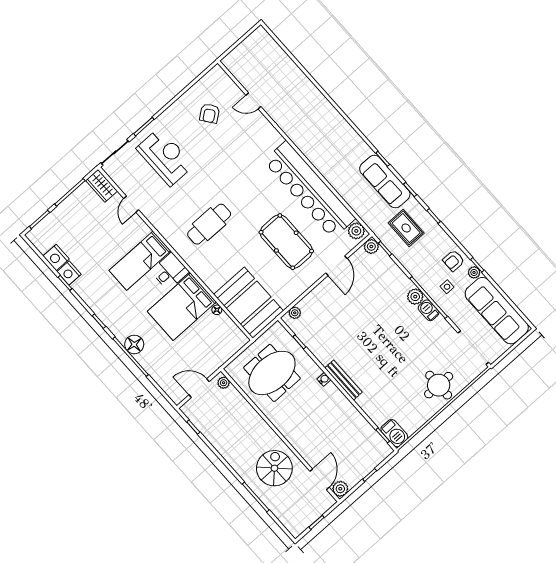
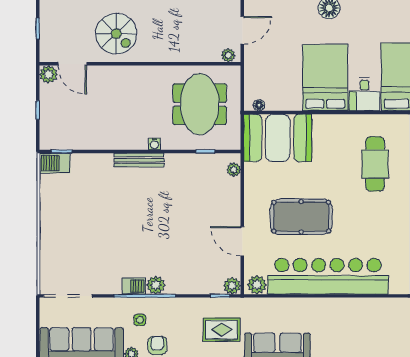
floor lamp: (217, 310) -> (259, 105), moved
round table: (439, 385) -> (62, 238), removed

